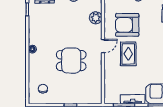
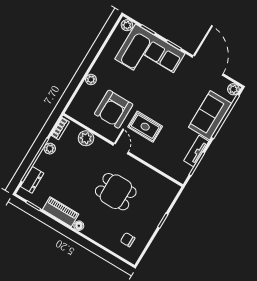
piano: (34, 31) -> (61, 212), added
dining table: (71, 61) -> (116, 192), turned 90

